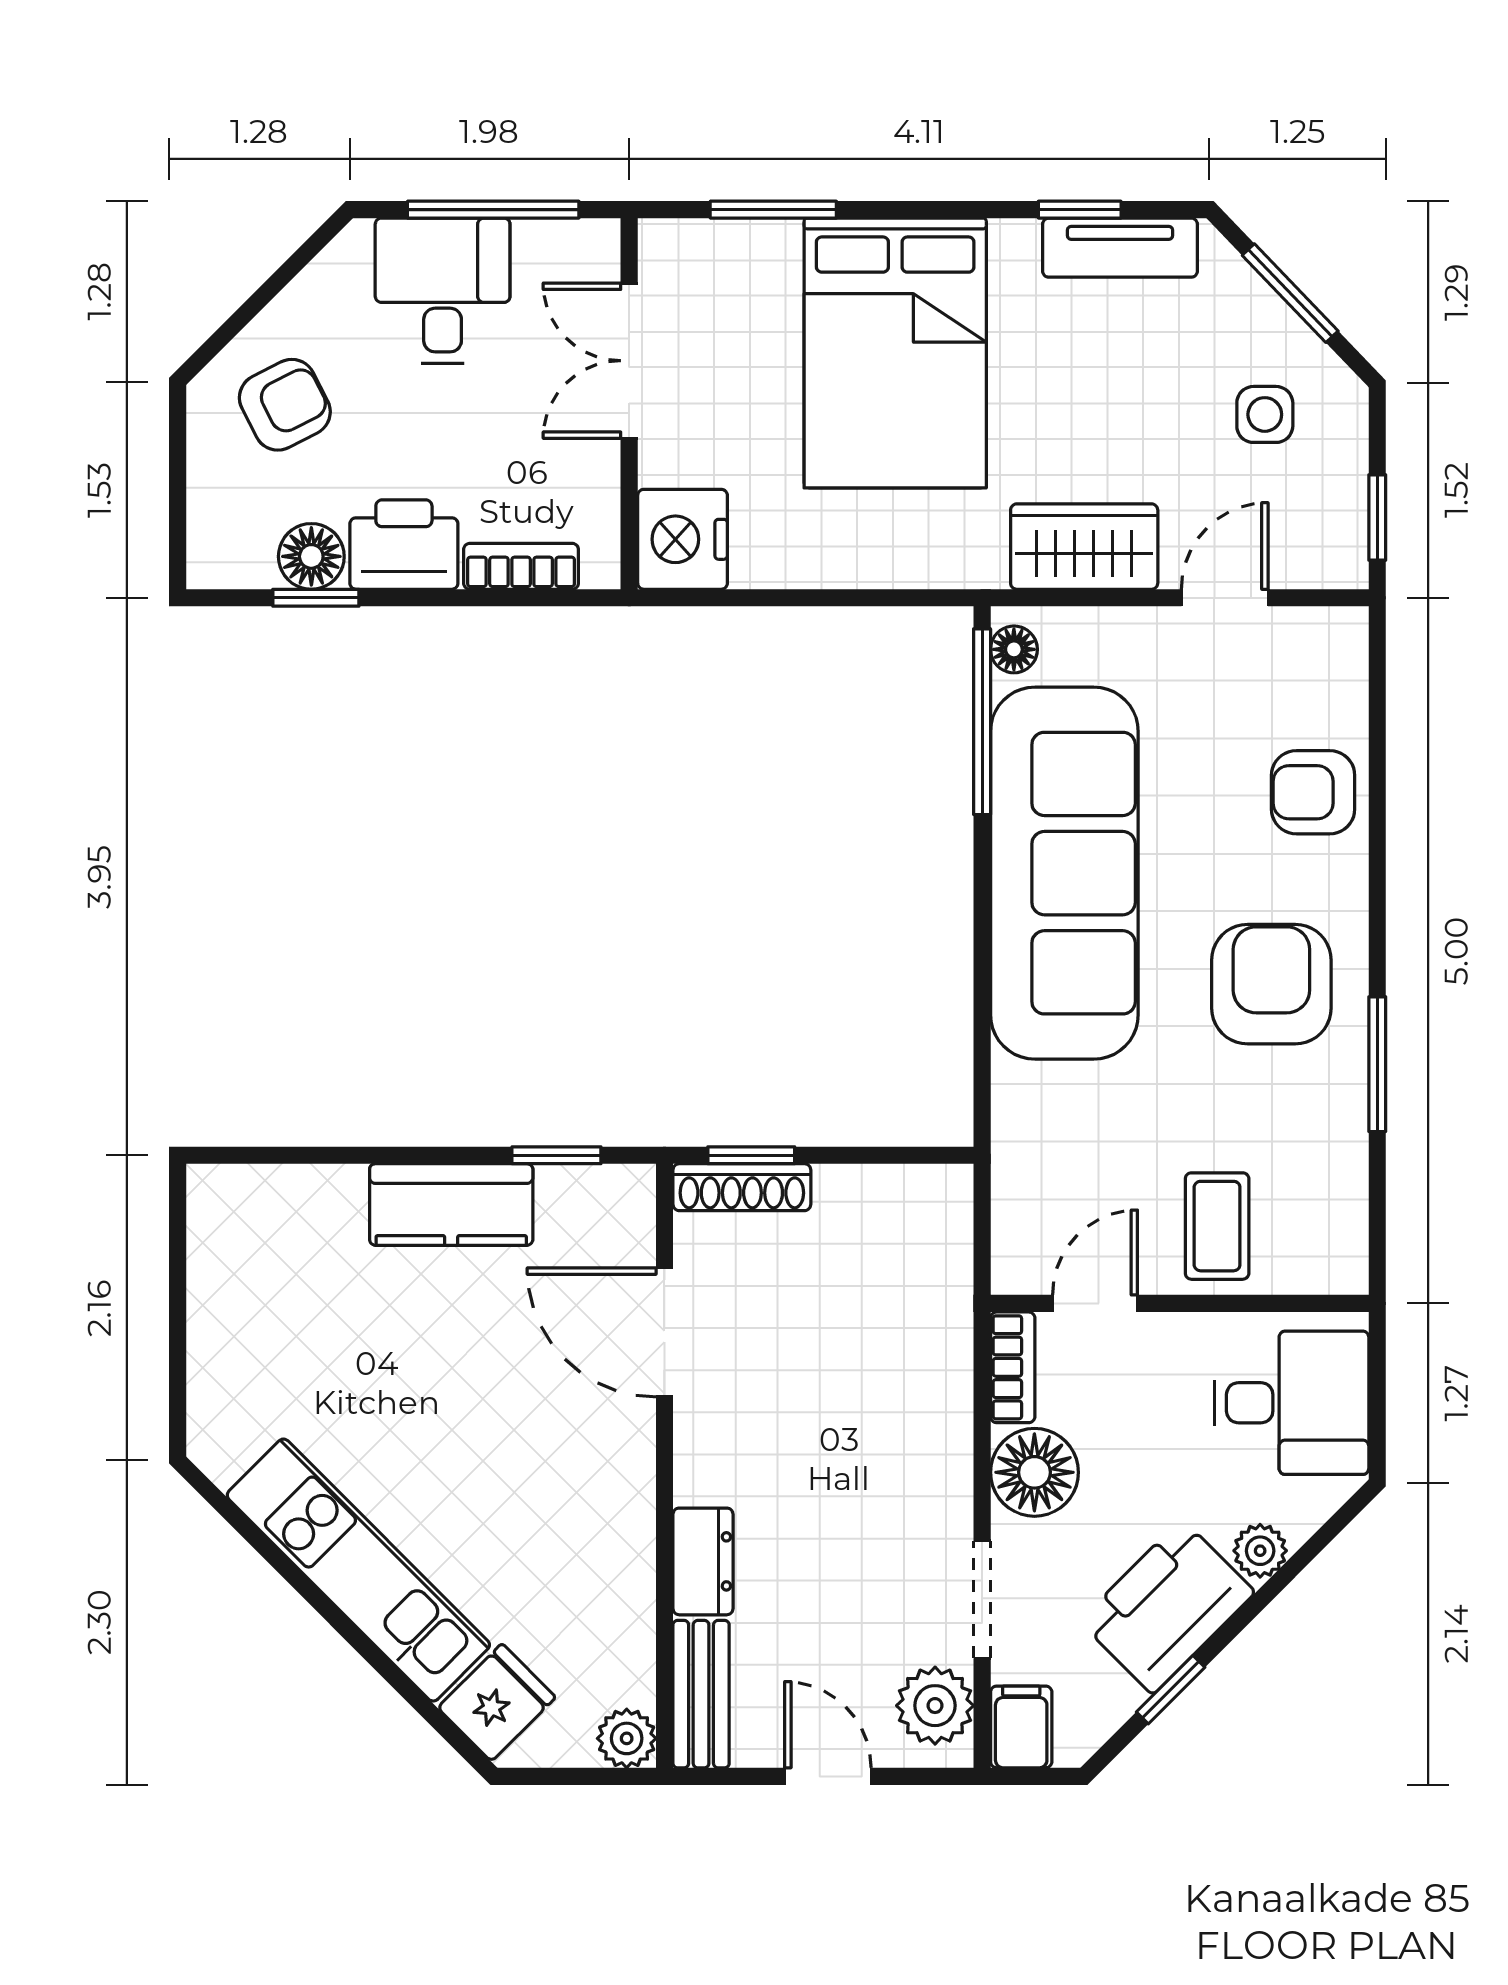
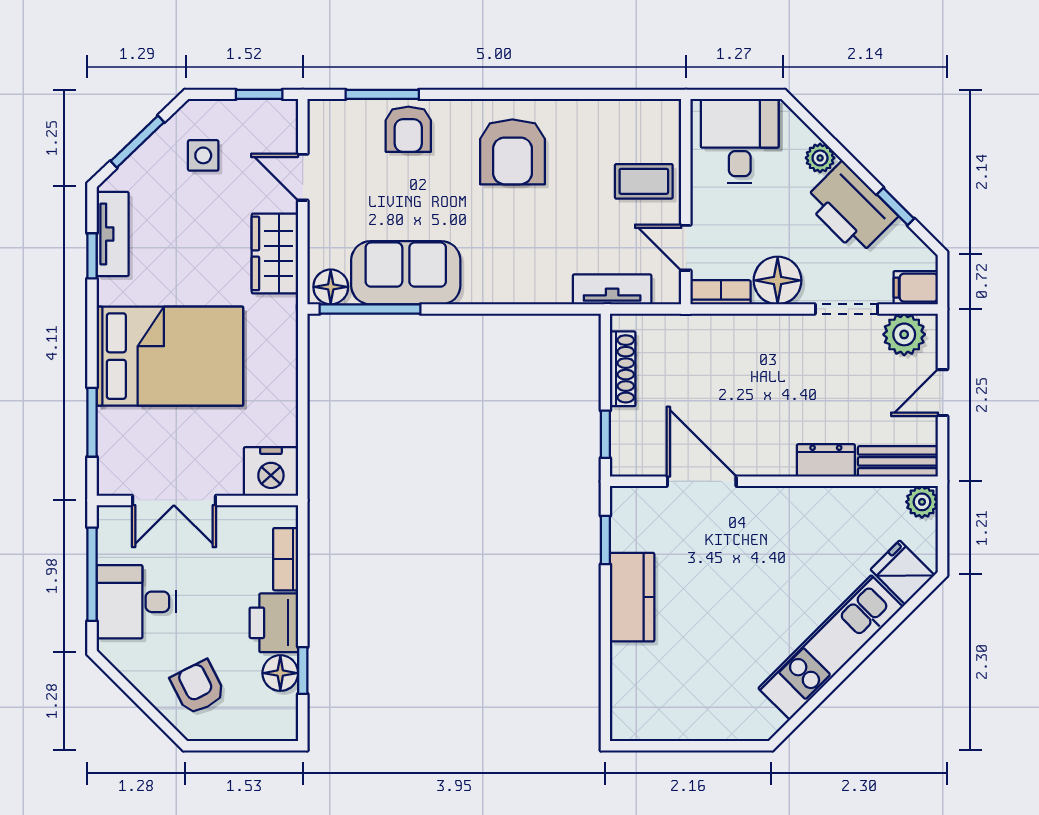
floor lamp: (1014, 649) -> (331, 287), width x1.37, depth x1.37
sofa: (1064, 873) -> (406, 273), width x0.54, depth x0.79
armchair: (1271, 984) -> (512, 152), turned -90
window: (1377, 1064) -> (382, 94), moved
tv unit: (1018, 1168) -> (612, 289), added
shoe rack: (742, 1187) -> (623, 369), moved
door: (664, 1332) -> (702, 481), swing flipped

